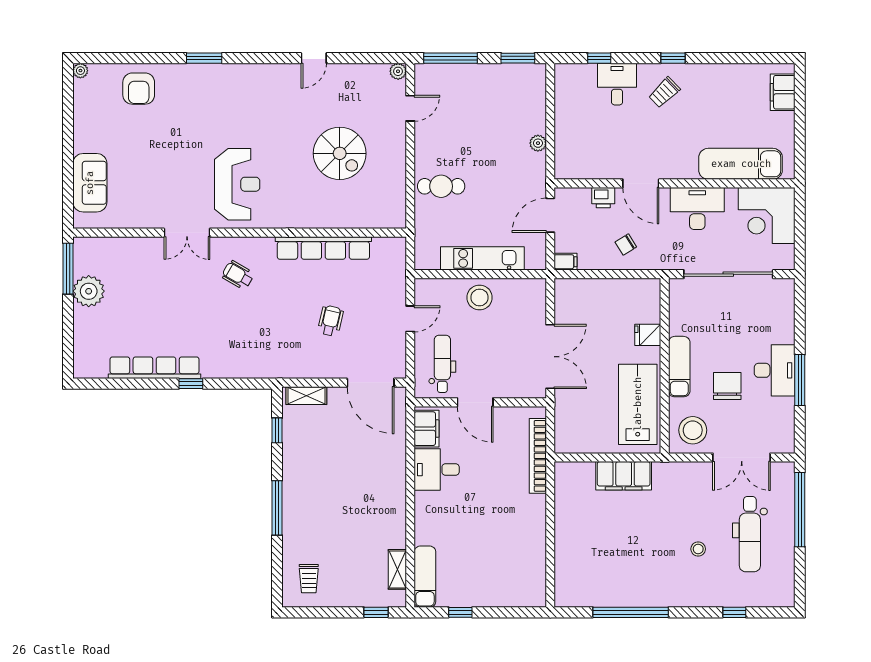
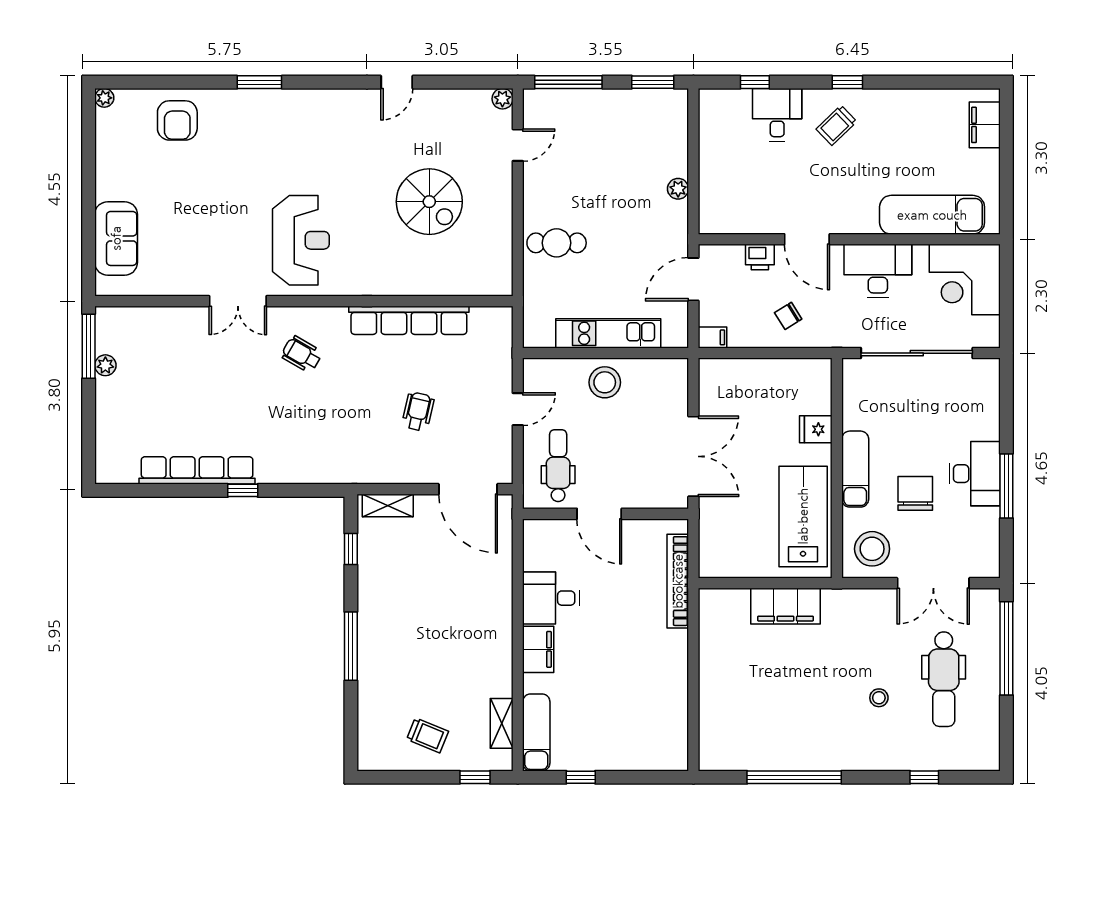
plant: (89, 291) -> (105, 365), width x0.53, depth x0.53
filing cabinet: (426, 429) -> (538, 649), moved
trolley: (309, 579) -> (427, 735), moved, turned -68

